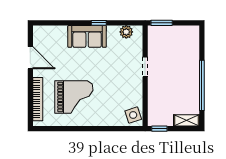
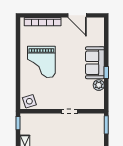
plant: (126, 32) -> (99, 85), moved
door: (30, 58) -> (77, 15), hinge flipped
grand piano: (74, 97) -> (41, 62), moved

